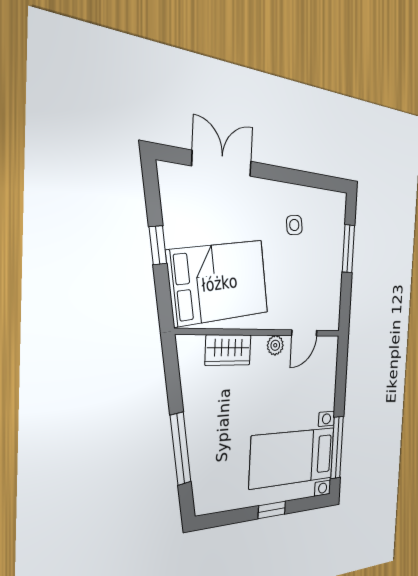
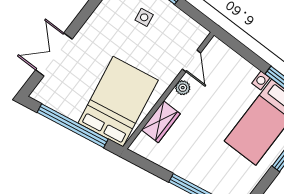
side table: (294, 225) -> (144, 17), moved
window: (158, 245) -> (73, 126), width x3.17

